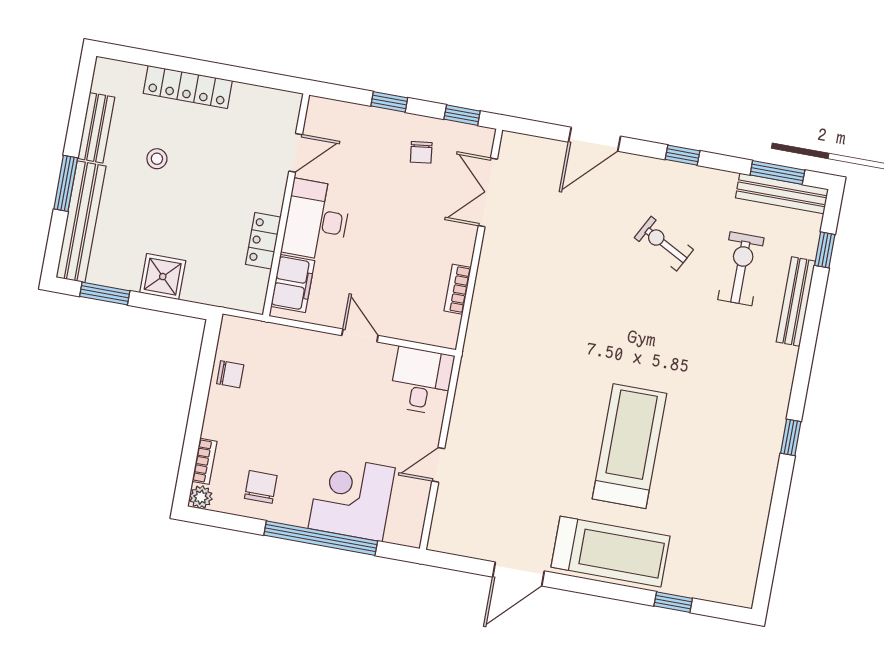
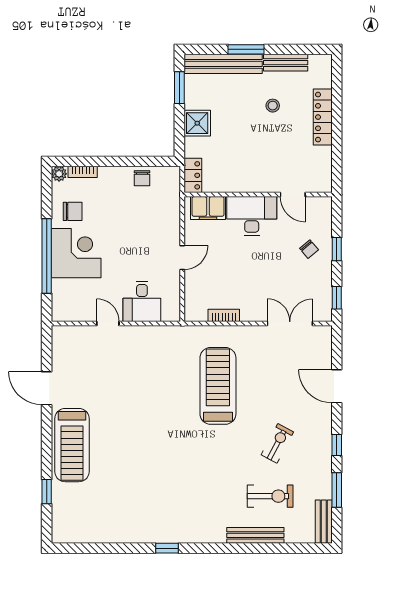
chair: (421, 152) -> (309, 249), moved, turned -123
window: (777, 172) -> (337, 490), moved
bench: (782, 193) -> (324, 522), width x0.73
locker: (263, 241) -> (193, 175), moved, turned 90
window: (825, 250) -> (292, 548), removed
desk: (421, 381) -> (142, 301), moved, turned 90
treadmill: (630, 446) -> (218, 386), moved, turned -90
corner desk: (352, 498) -> (76, 253), moved

